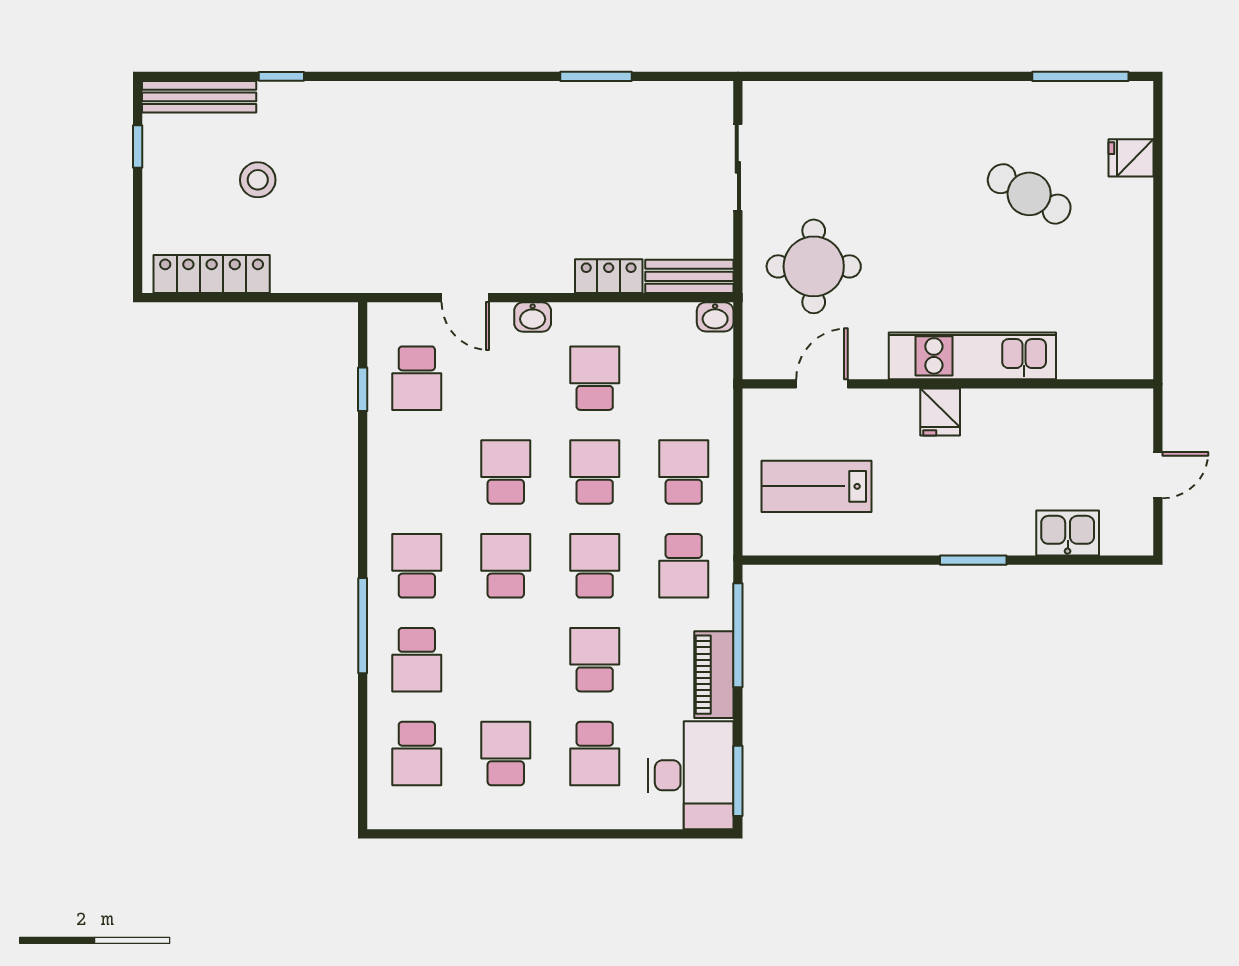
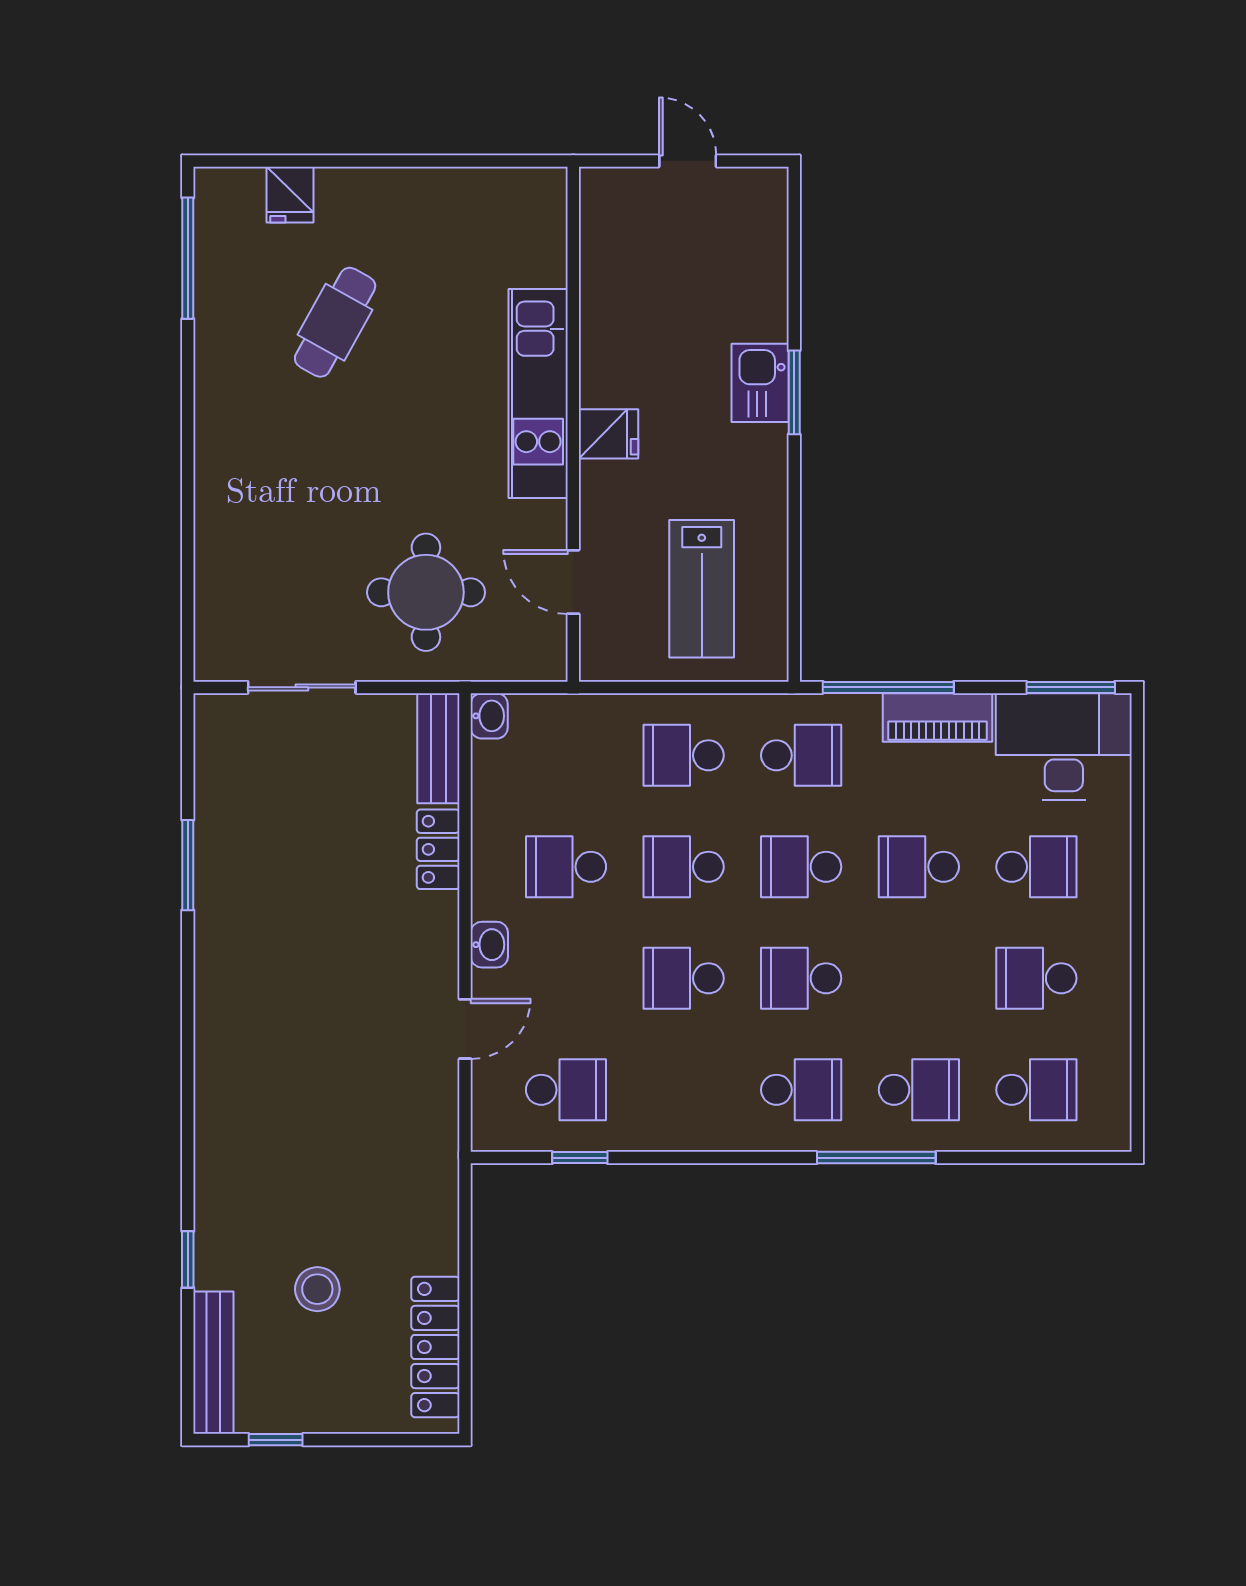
kitchen sink: (1068, 533) -> (760, 383), moved
school desk: (417, 566) -> (801, 1090), turned 180

